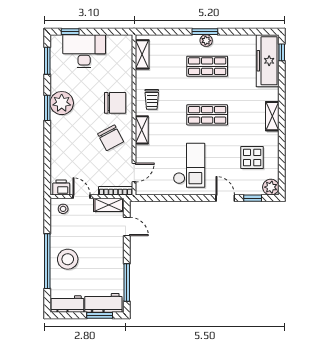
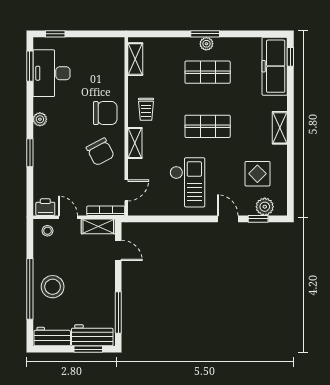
desk: (84, 51) -> (51, 73), moved, turned -90
plant: (62, 103) -> (40, 119), width x0.53, depth x0.53
window: (47, 108) -> (30, 153), moved
plant: (271, 187) -> (265, 207), moved

